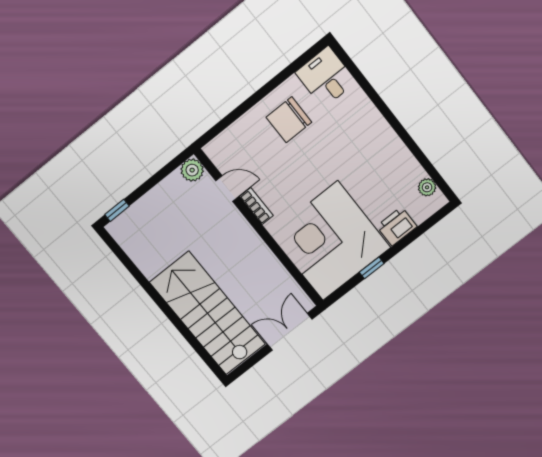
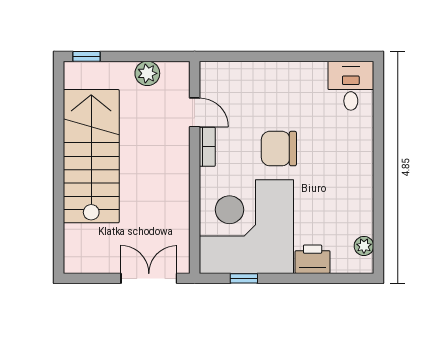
chair: (289, 120) -> (279, 149), moved
plant: (192, 170) -> (147, 73), moved
window: (372, 268) -> (244, 278), moved
stairs: (208, 313) -> (91, 156), moved

